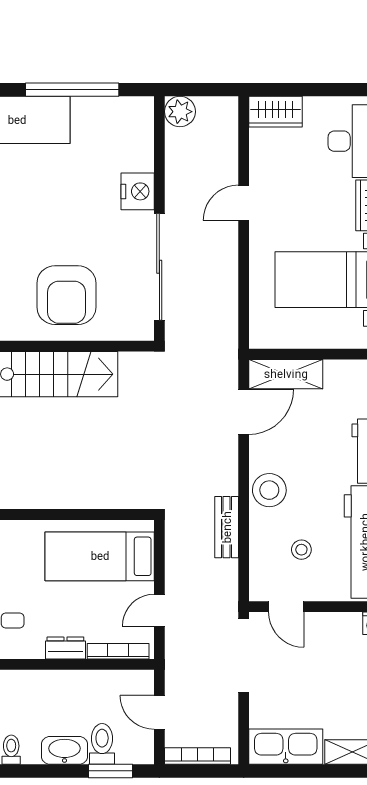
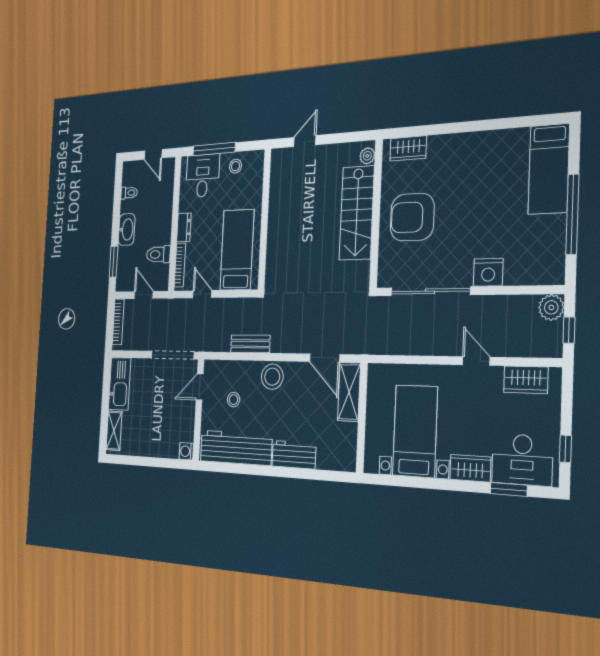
window: (206, 90) -> (569, 330), added
window: (342, 90) -> (565, 449), added
wardrobe: (276, 112) -> (526, 380), moved, turned -90
door: (159, 712) -> (144, 295), hinge flipped
toilet: (102, 744) -> (158, 254), moved, turned 180

